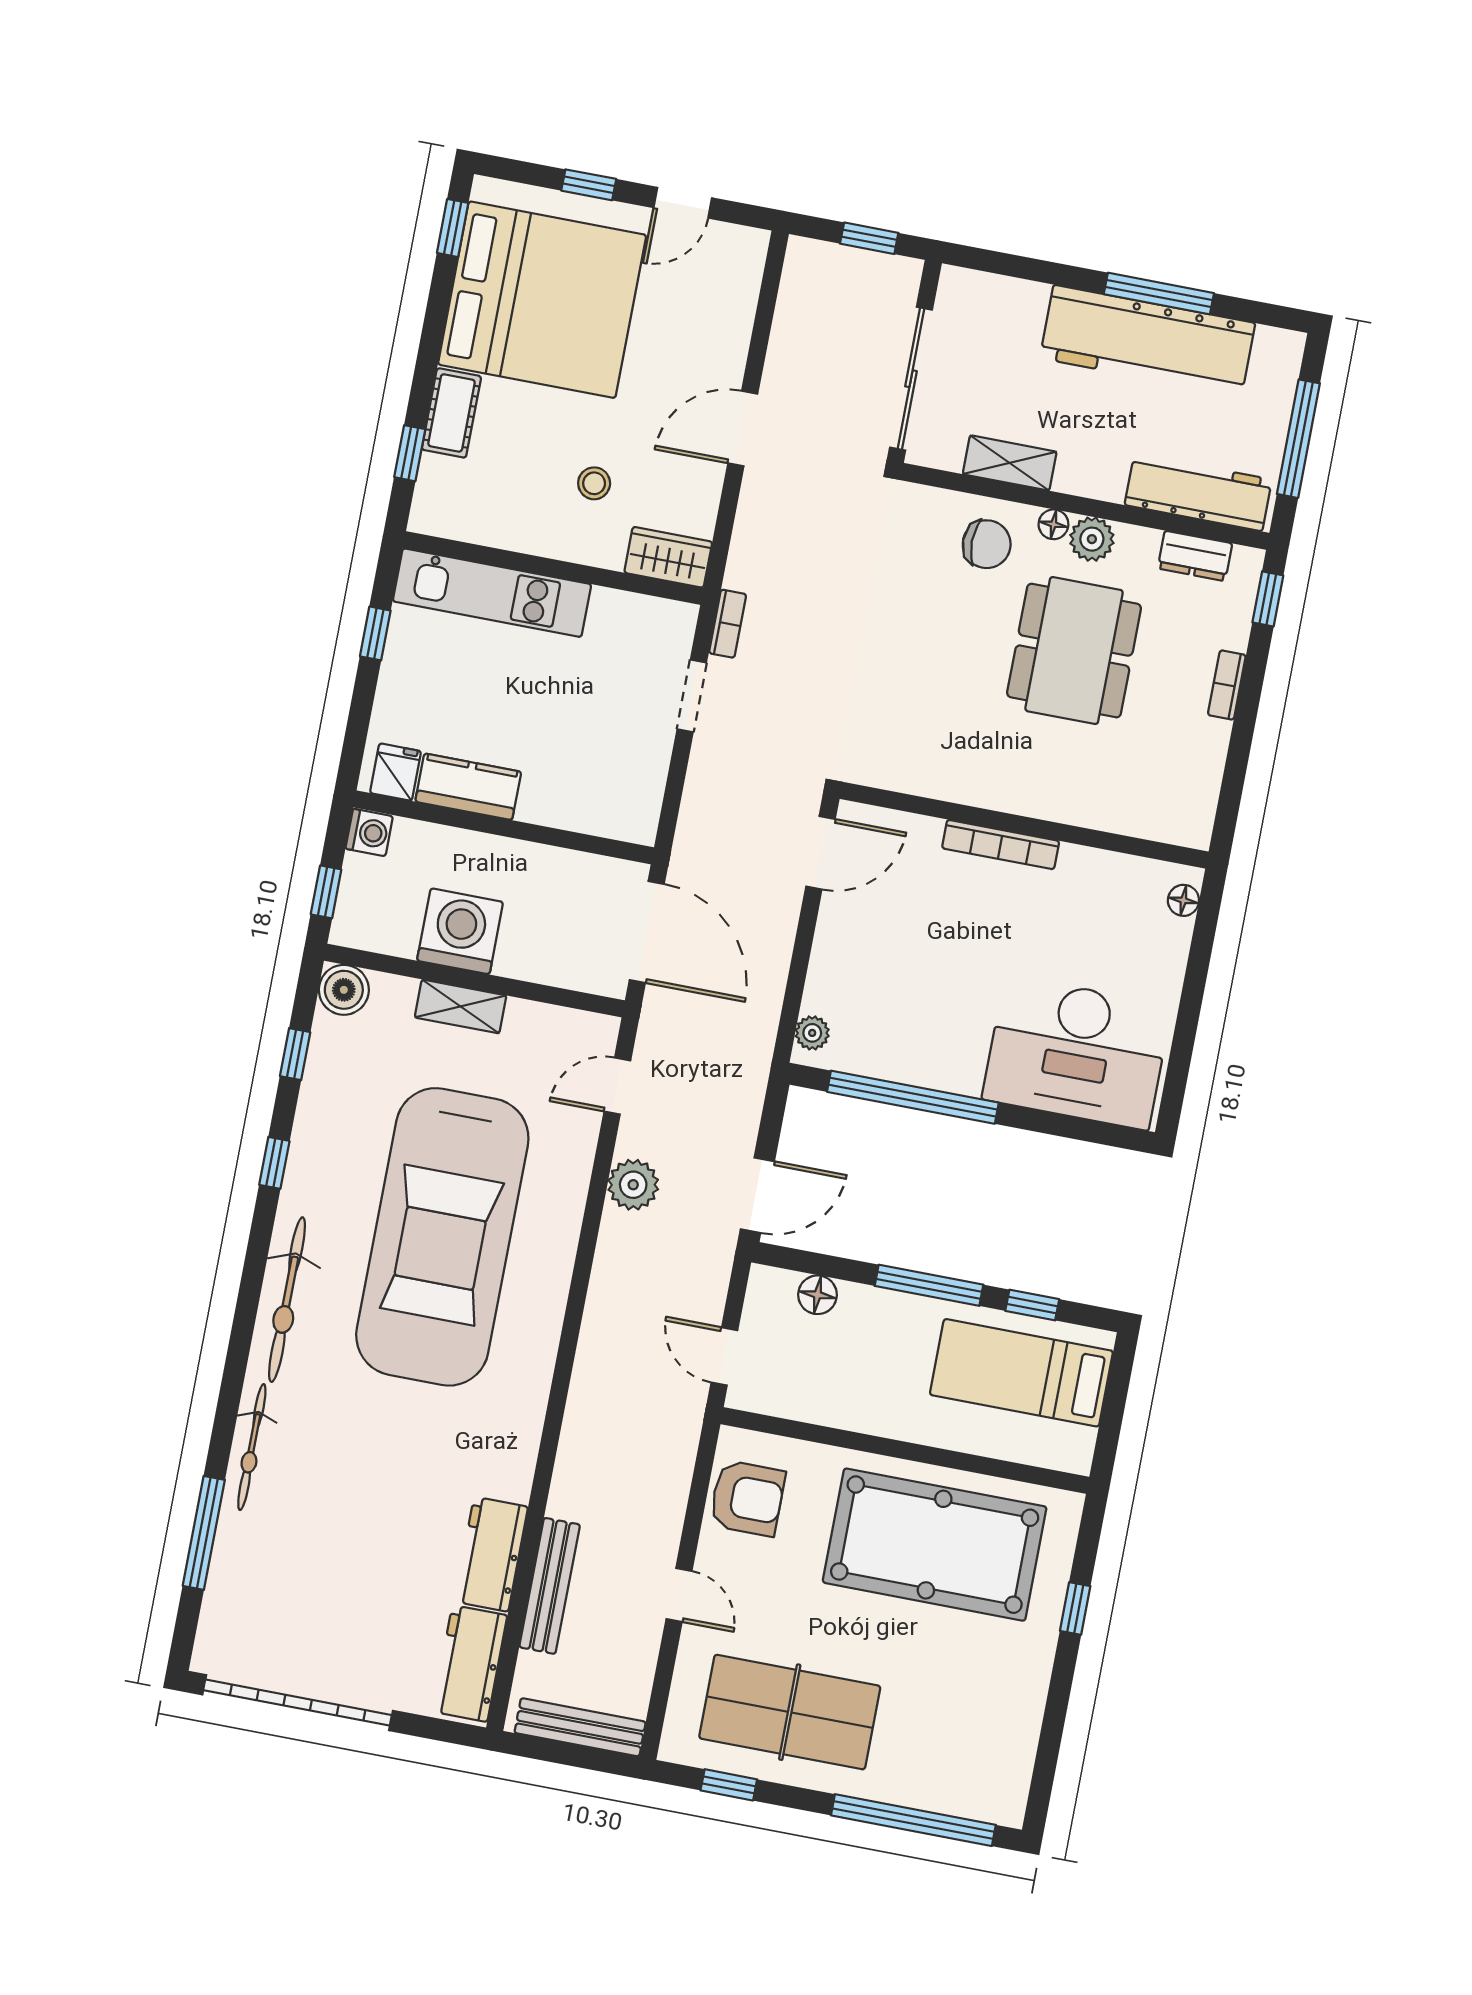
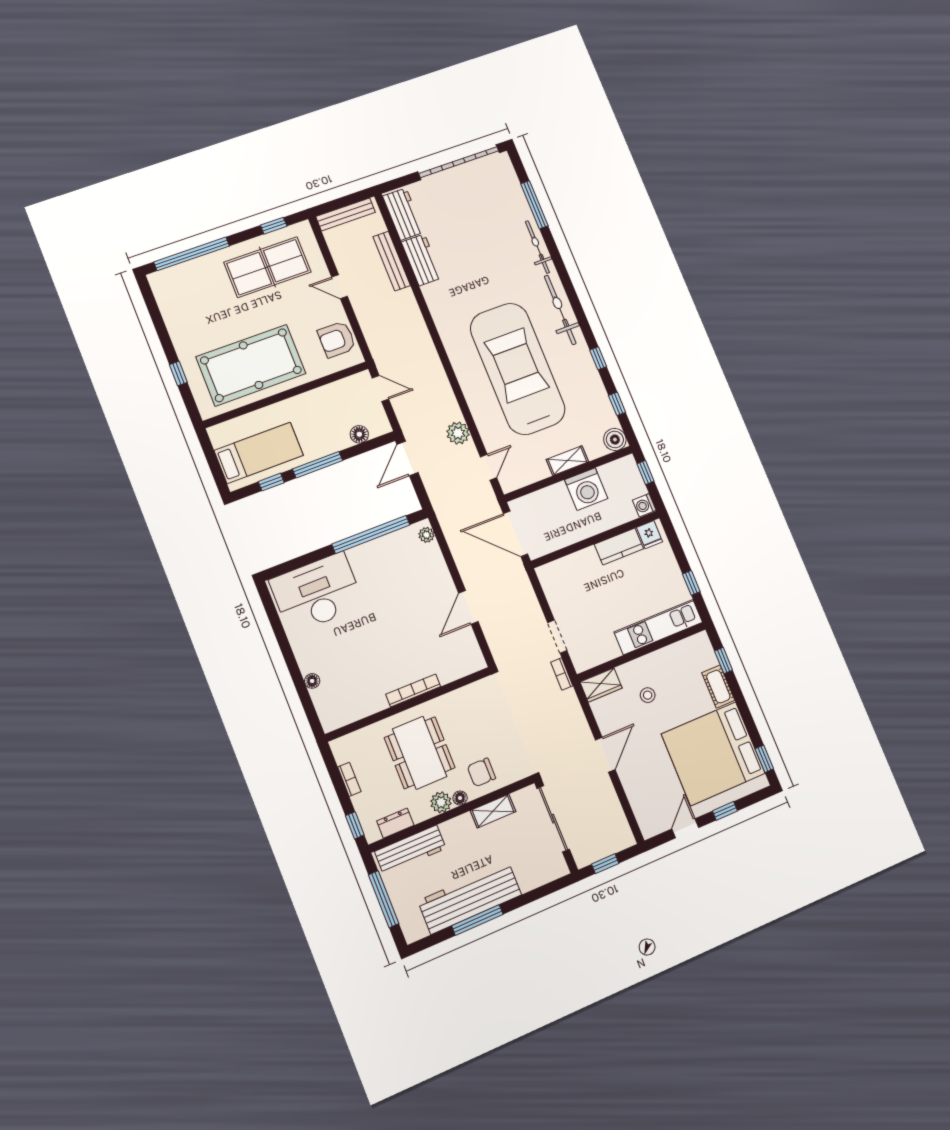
wall: (1024, 825) -> (409, 704), moved
bookcase: (1001, 845) -> (413, 690), moved

